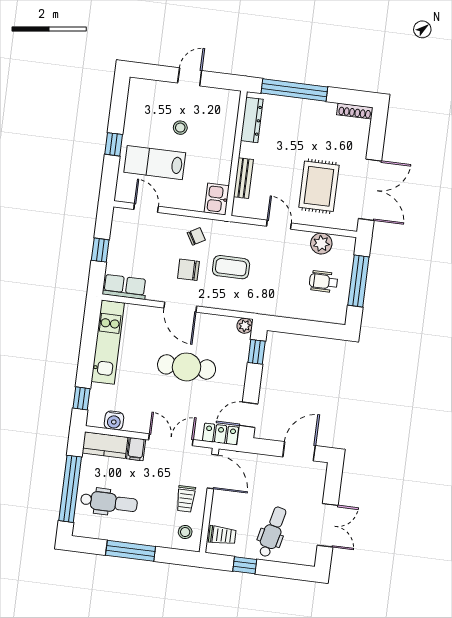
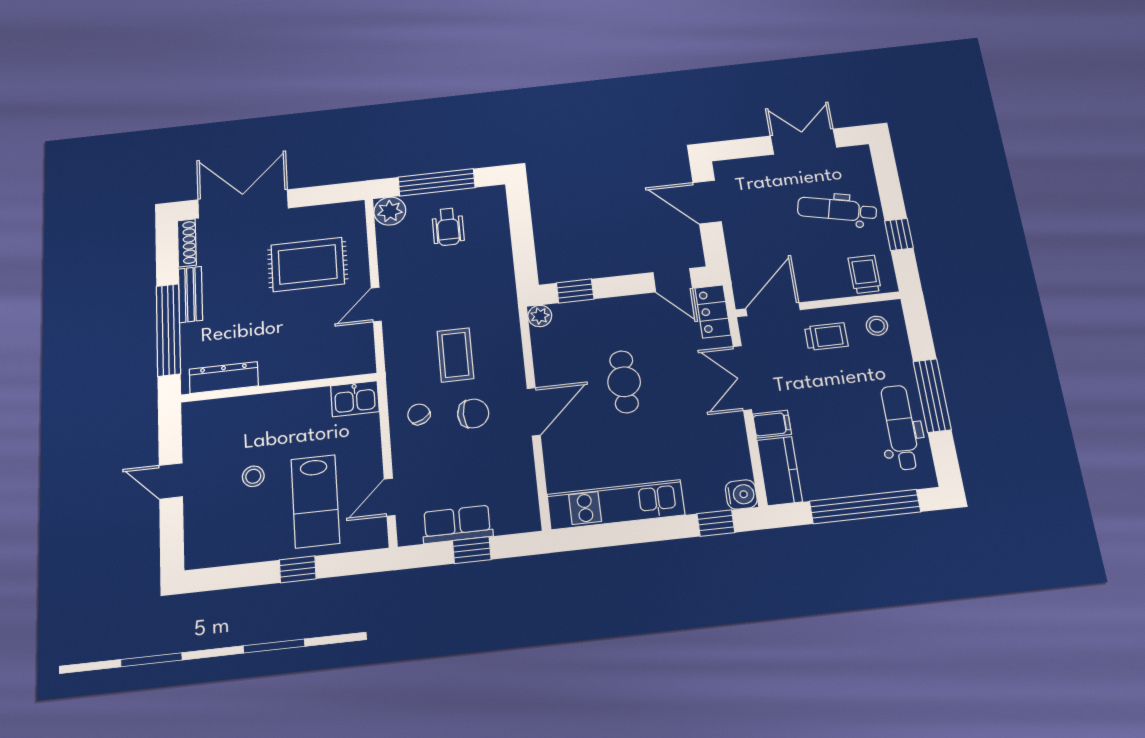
bench: (243, 178) -> (190, 294), moved, turned 90
double door: (370, 190) -> (243, 204), moved
plant: (321, 244) -> (390, 211), moved
chair: (188, 270) -> (473, 413), turned -90
row of seats: (125, 287) -> (457, 524), moved, turned 90
cafe table: (187, 367) -> (624, 382), width x0.73, depth x0.74
water cooler: (114, 421) -> (741, 494), moved
dental chair: (109, 502) -> (901, 427), moved

